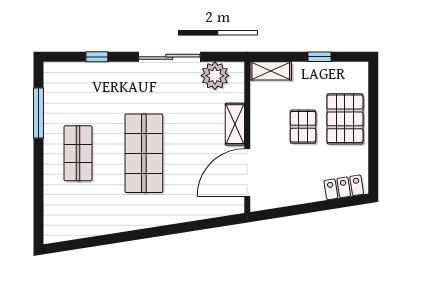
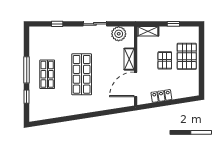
sliding door: (169, 57) -> (95, 24), width x0.73
window: (38, 113) -> (27, 70), moved
locker: (344, 187) -> (161, 96), moved
window: (38, 196) -> (27, 97), added

